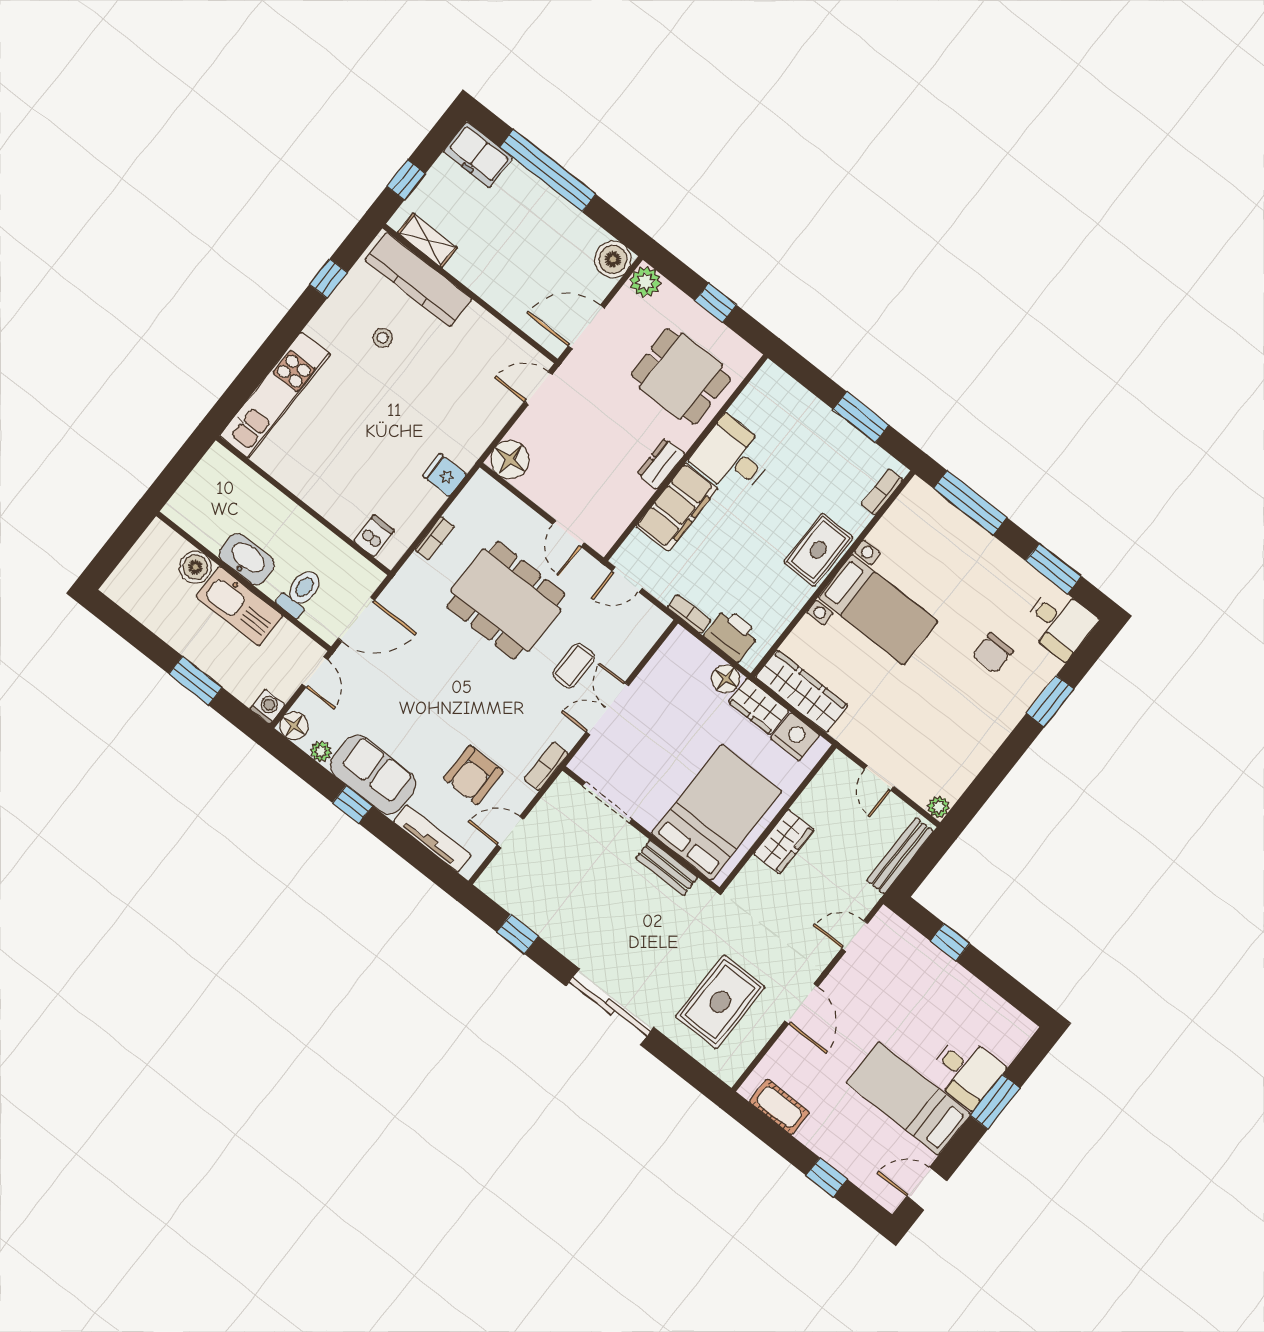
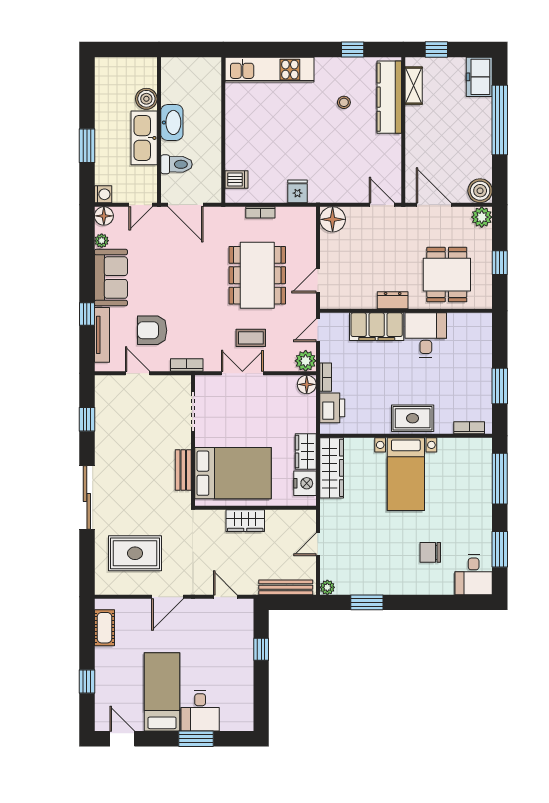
door: (627, 580) -> (318, 330), hinge flipped
plant: (651, 623) -> (306, 361), added
floor lamp: (726, 679) -> (307, 384), moved
window: (1050, 701) -> (367, 602), moved
window: (353, 804) -> (87, 314), moved

